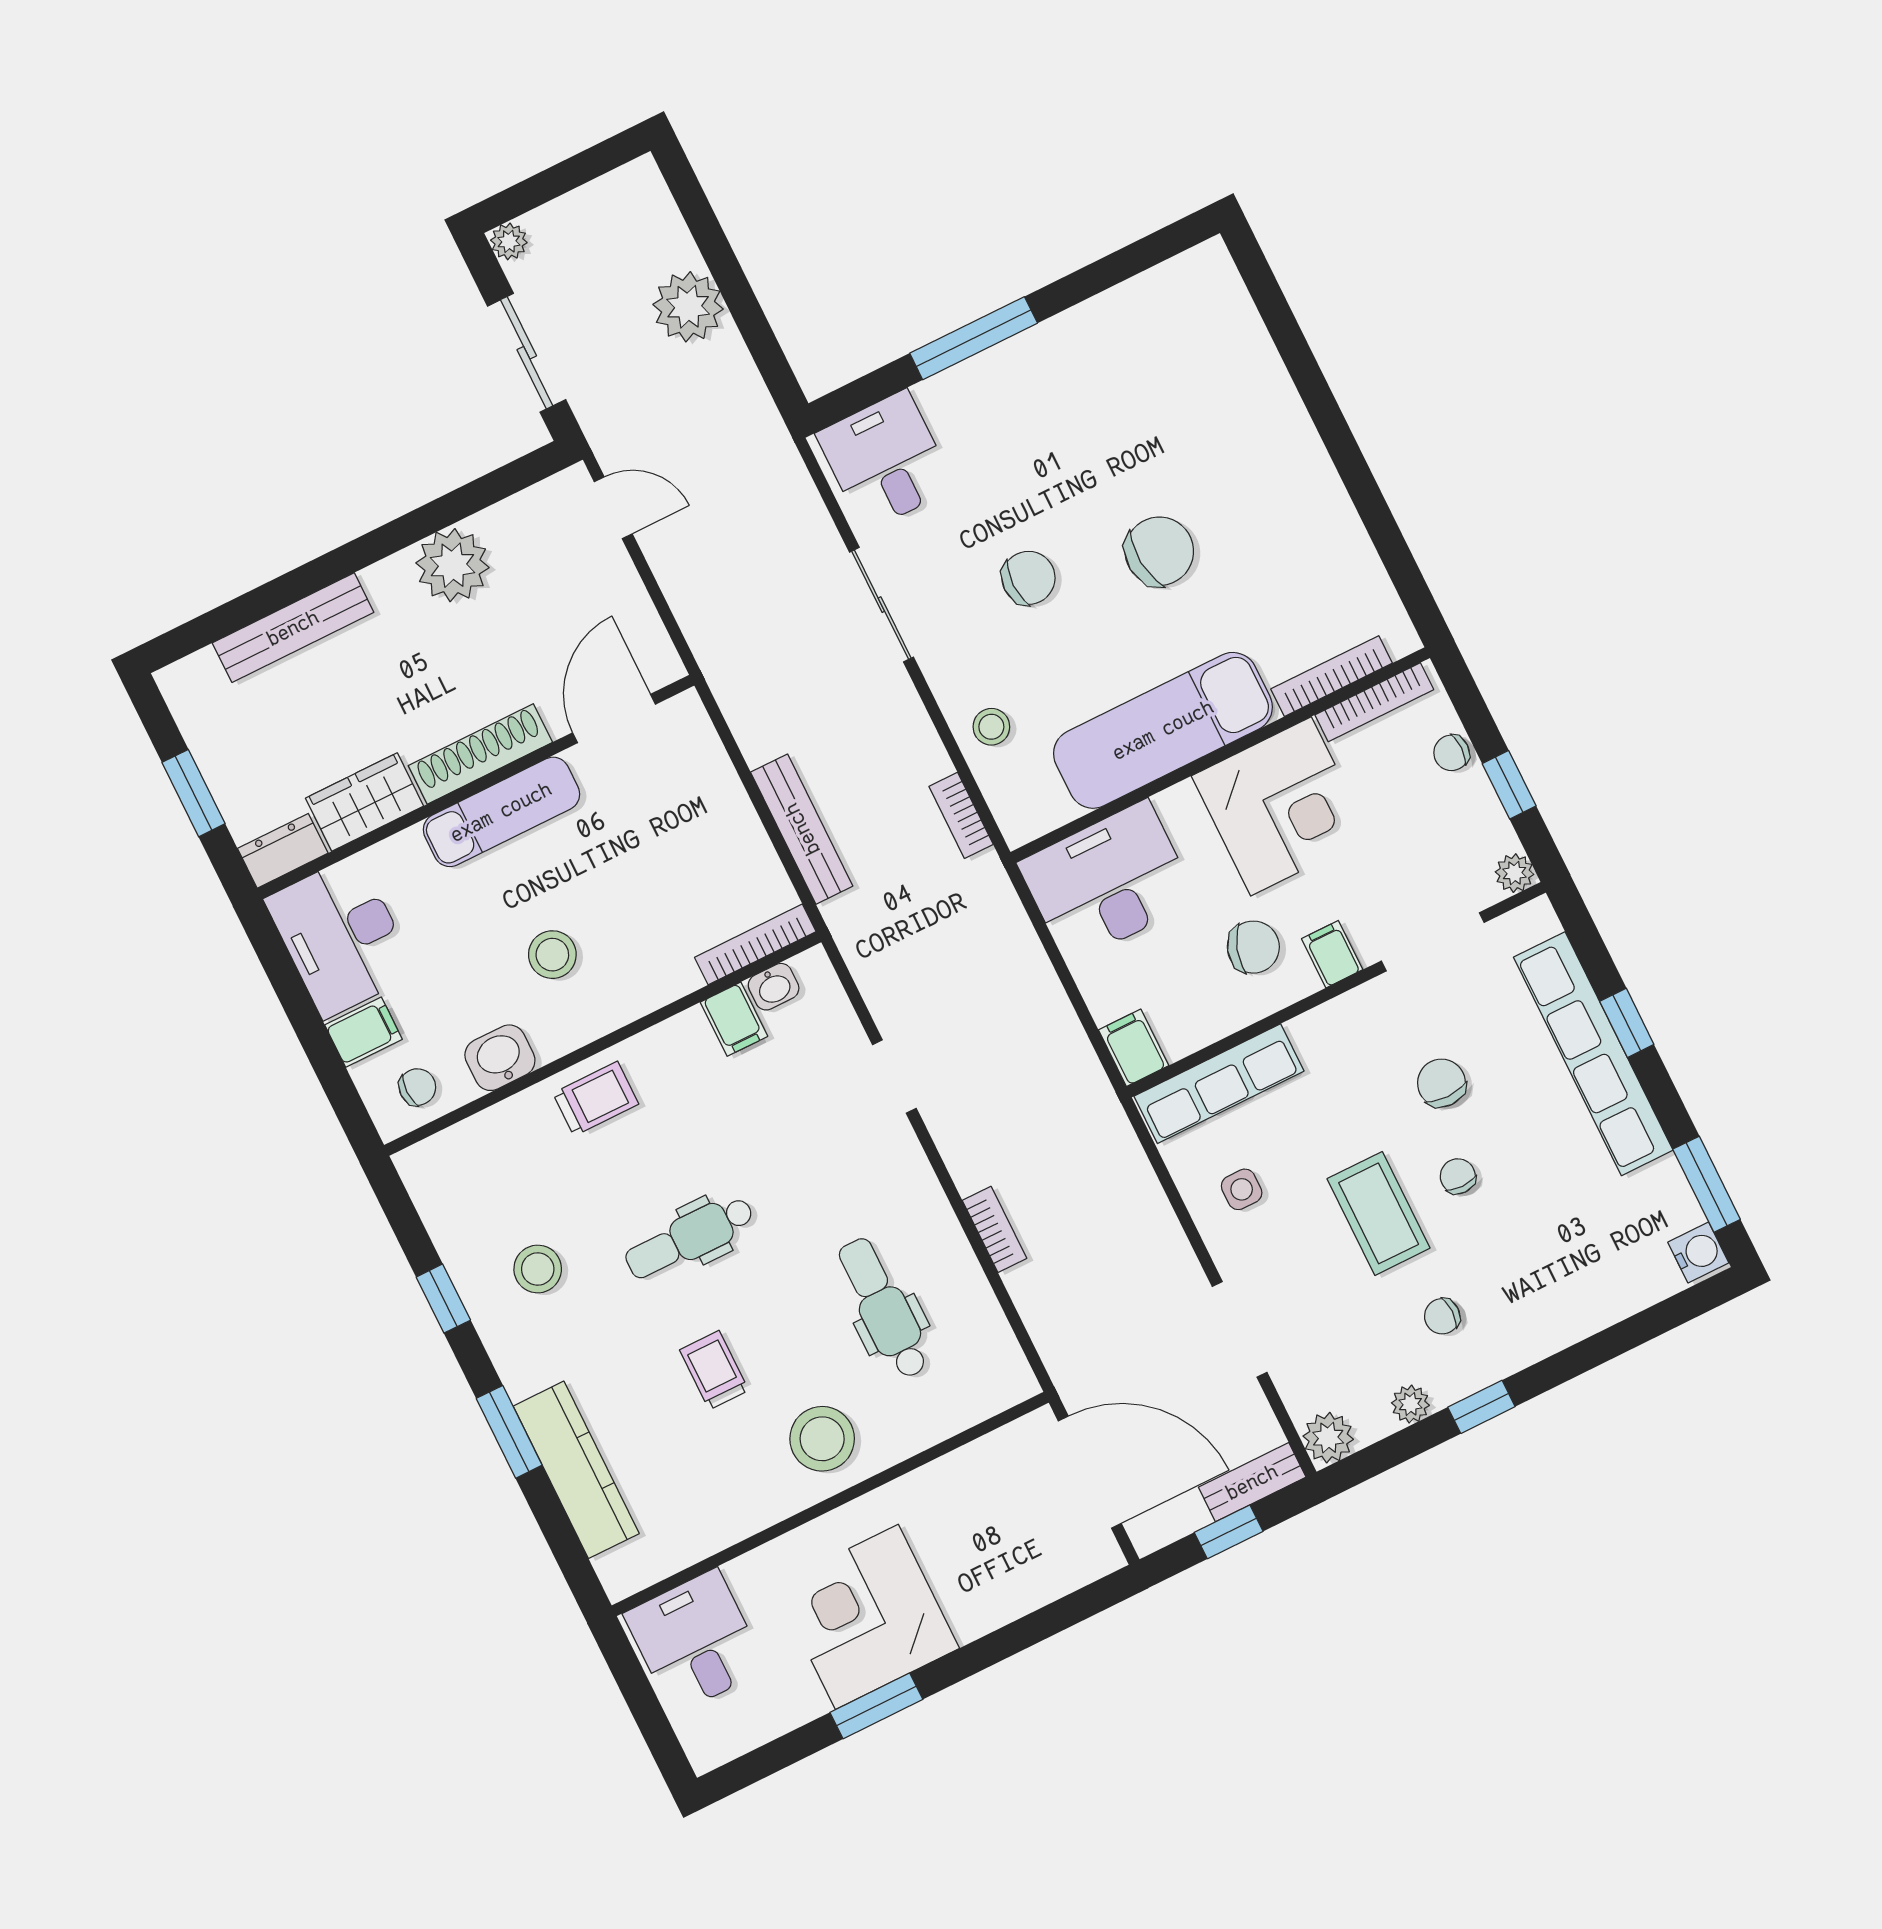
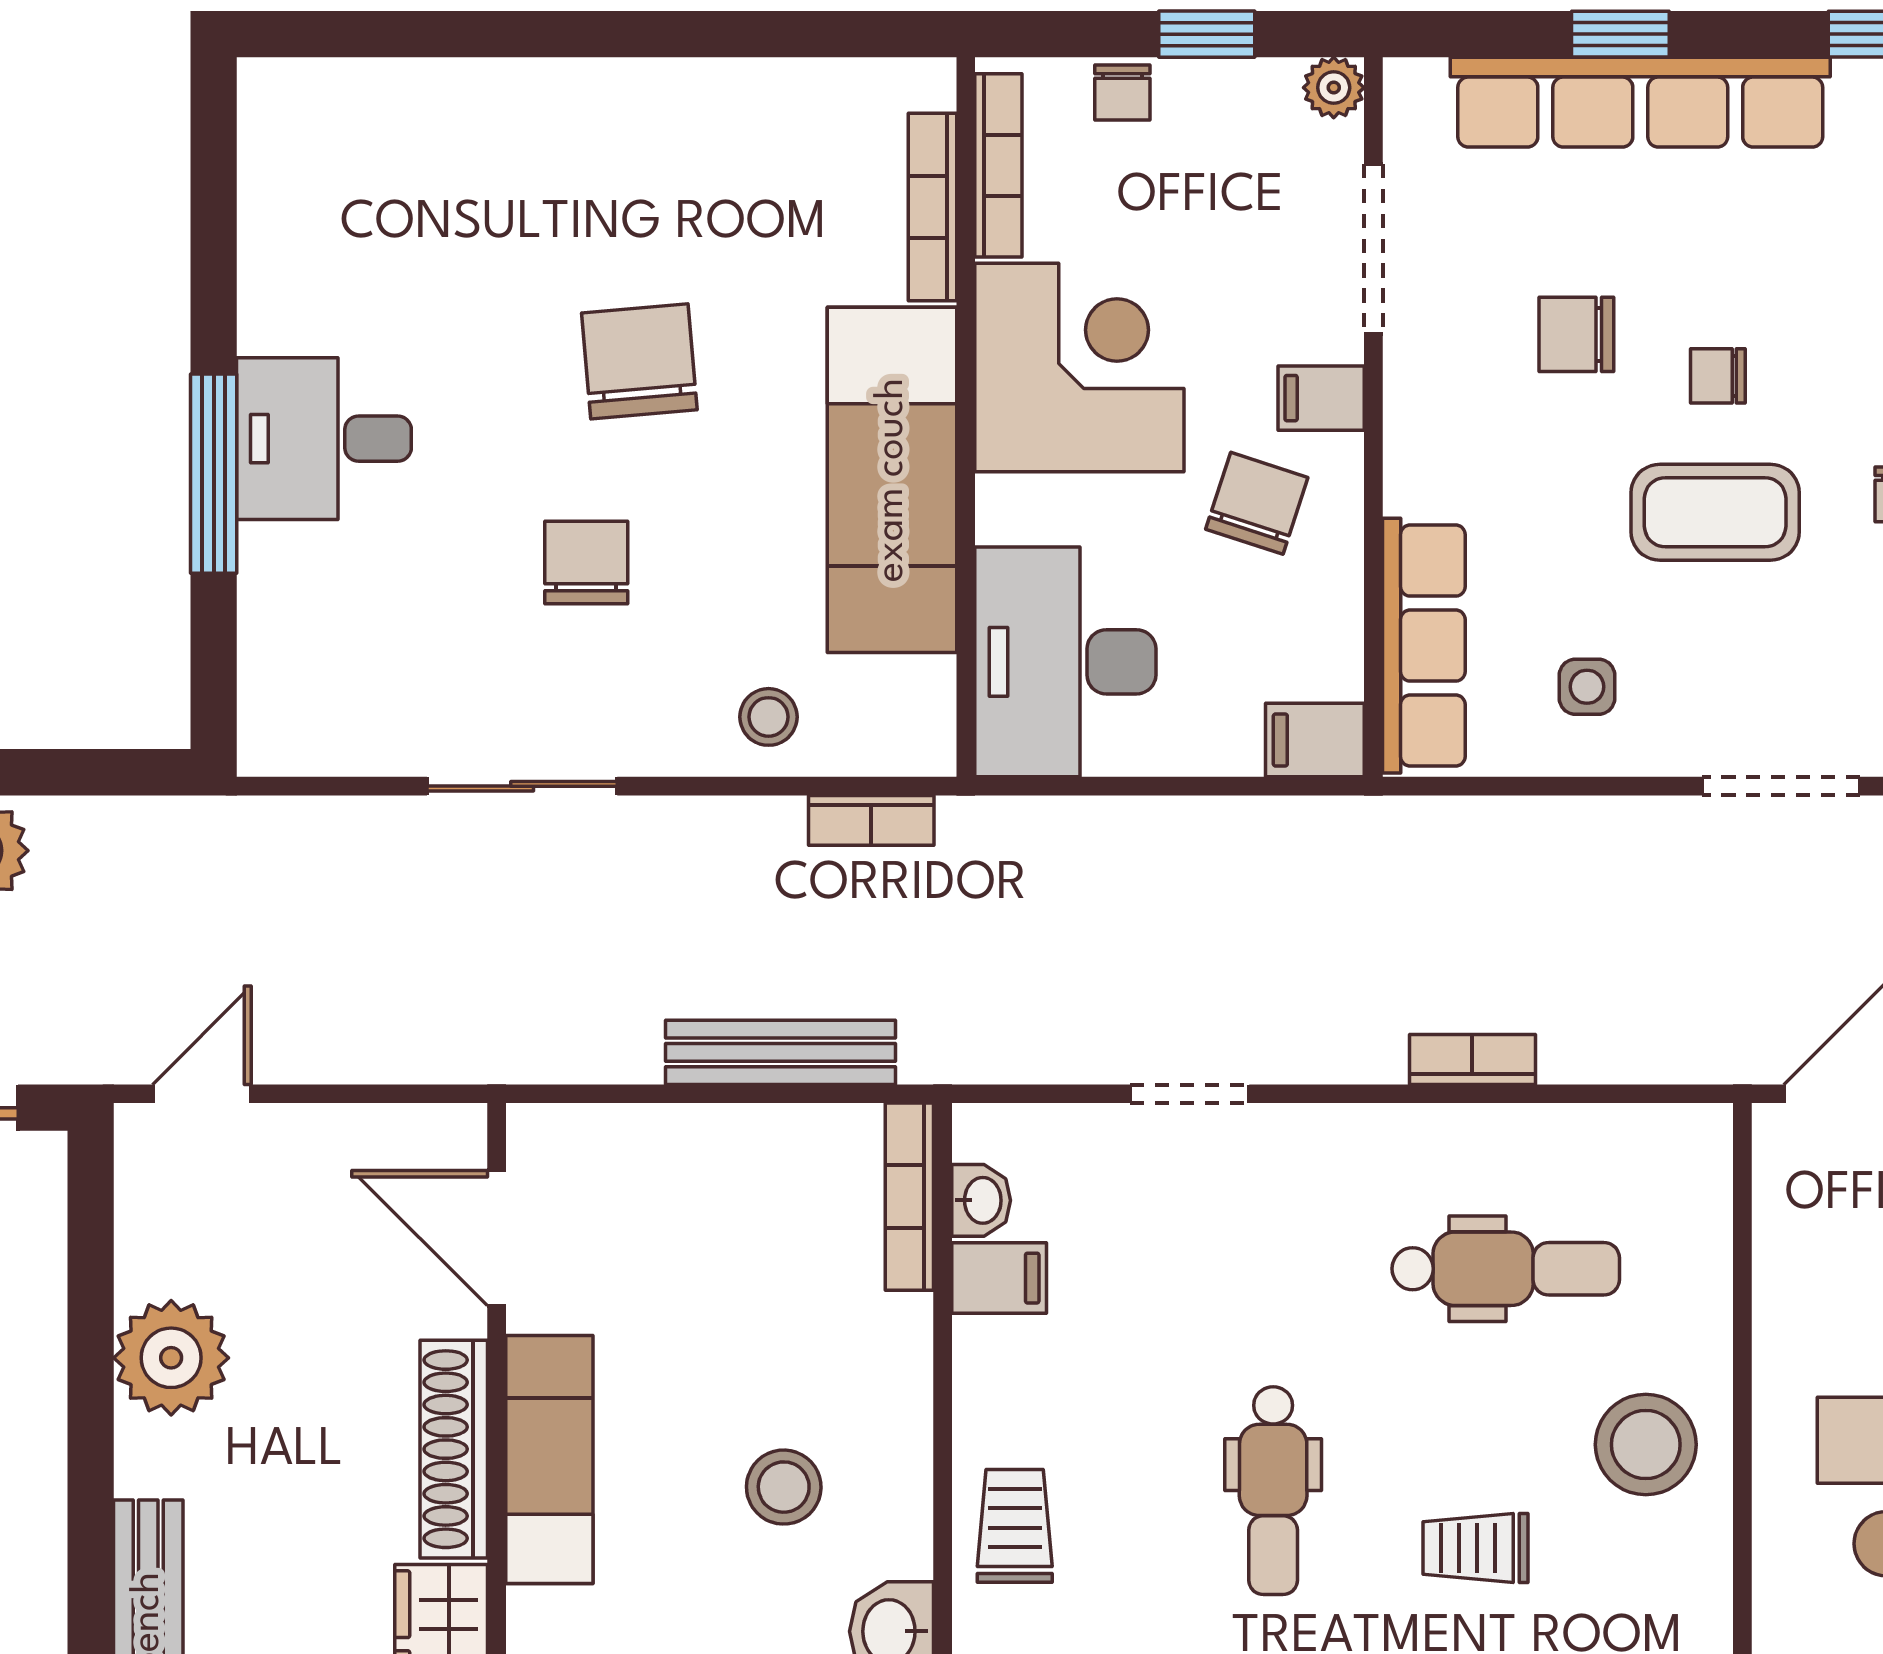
desk: (885, 461) -> (324, 439), moved
dental chair: (883, 1308) -> (1506, 1269), turned 180

